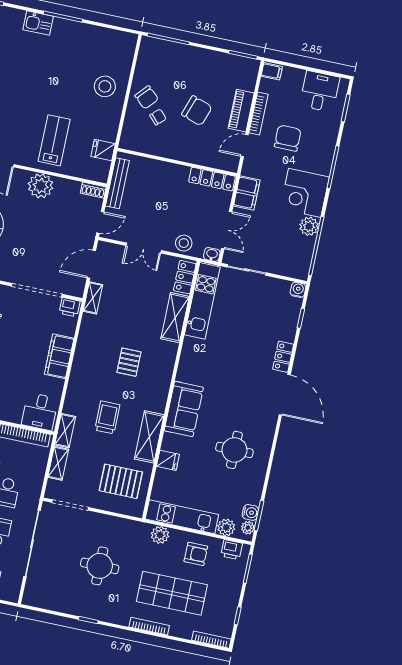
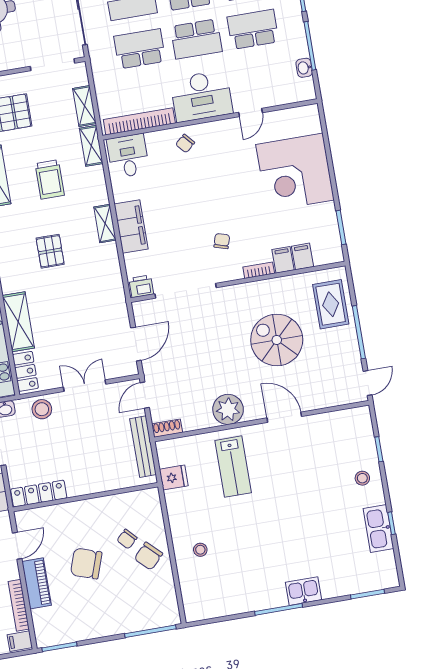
stool: (105, 86) -> (200, 550), width x0.53, depth x0.53
chair: (147, 97) -> (148, 556), turned -88
bookcase: (259, 114) -> (19, 605), moved
shelving: (93, 298) -> (105, 224), moved

